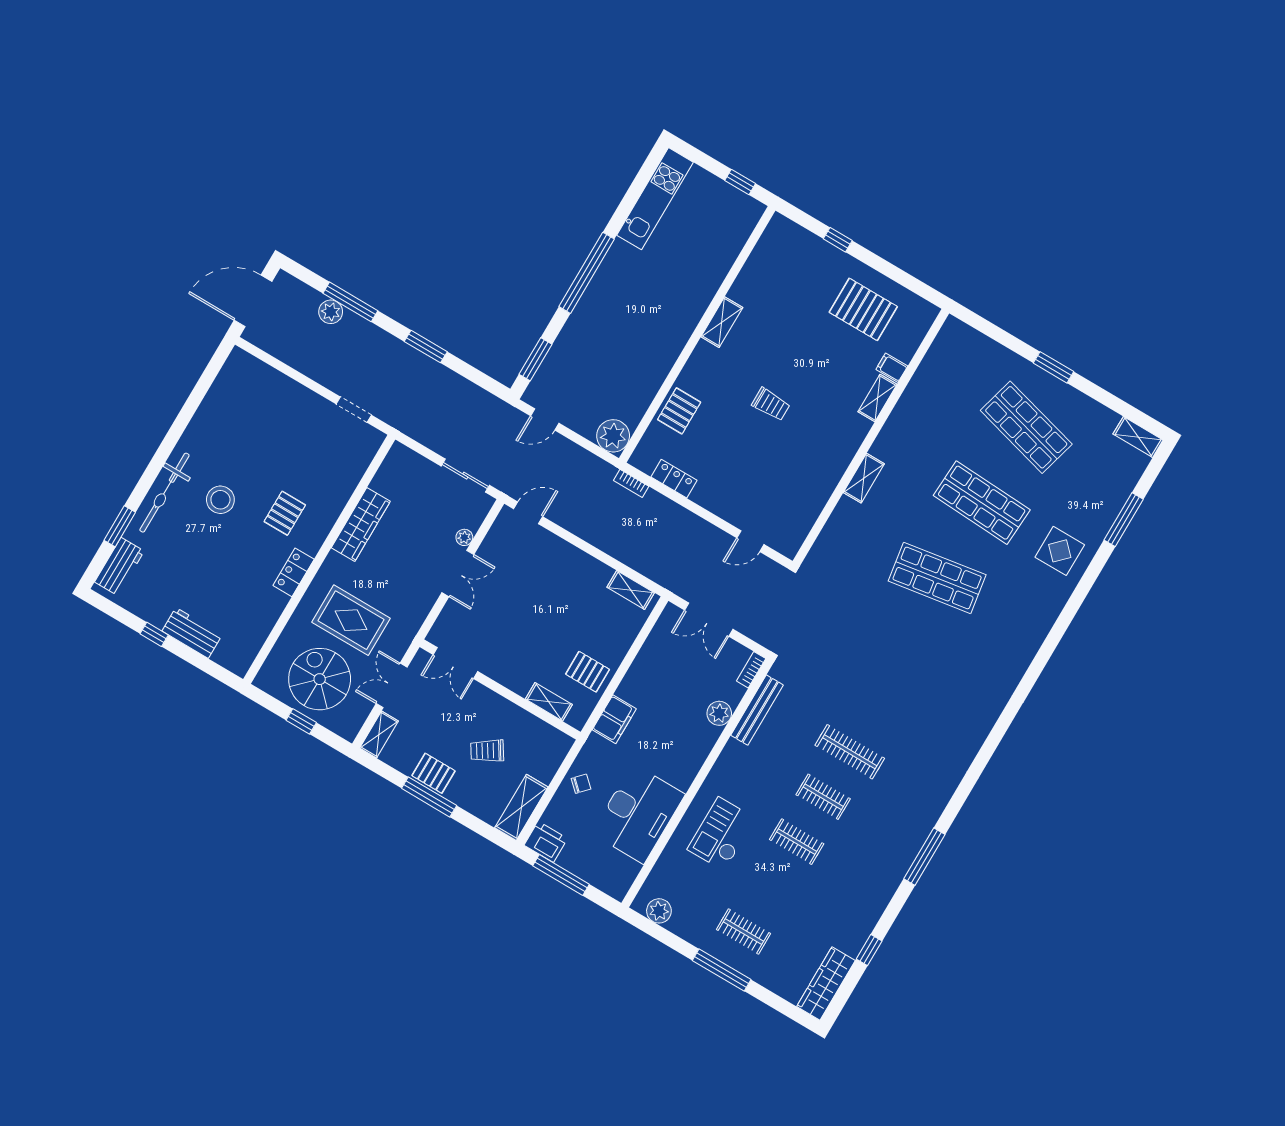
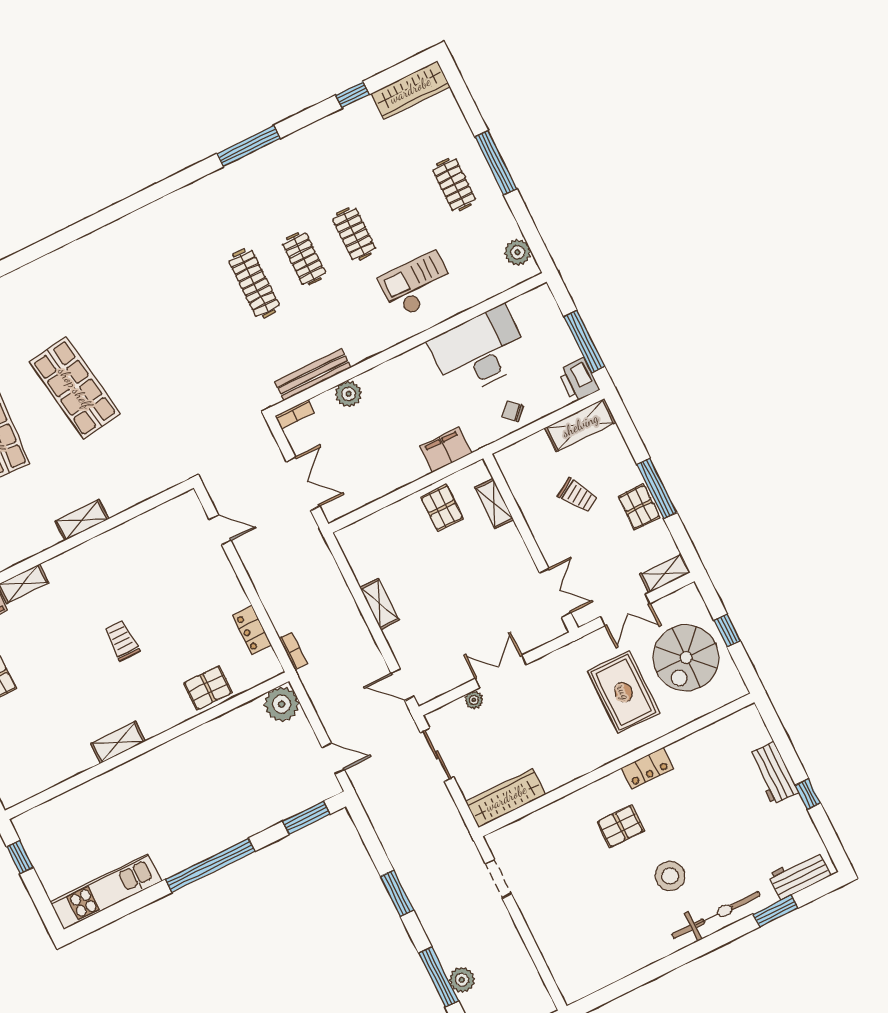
wardrobe: (361, 525) -> (506, 798), moved
shelving: (631, 590) -> (379, 604), moved
checkout: (721, 834) -> (417, 285), turned 180

